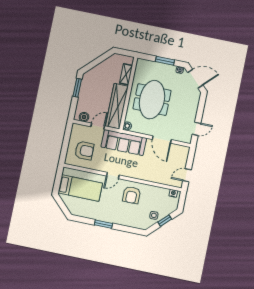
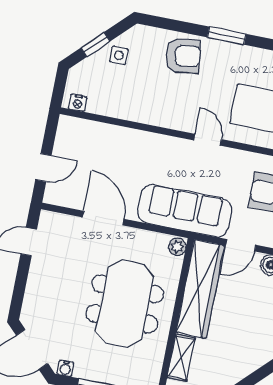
door: (187, 175) -> (43, 168), moved
door: (113, 176) -> (208, 140), hinge flipped
armchair: (132, 195) -> (183, 56), moved, turned 82

